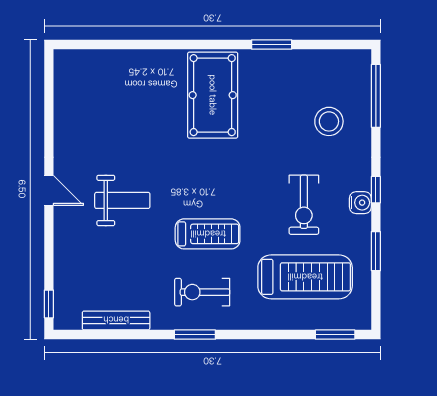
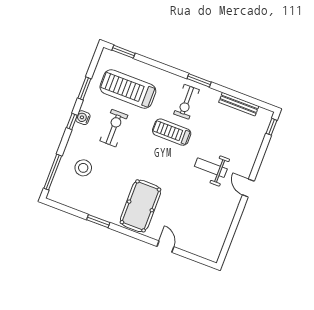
door: (147, 44) -> (165, 247), added
exercise bike: (202, 292) -> (186, 102), turned 89

